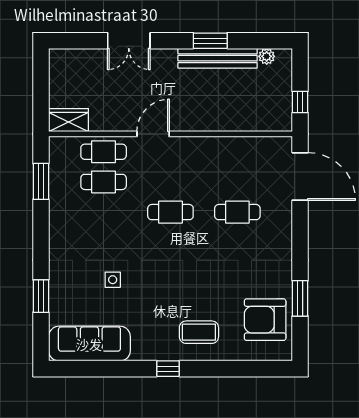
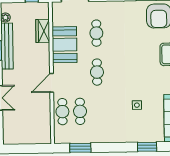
wardrobe: (68, 120) -> (43, 31), moved
door: (153, 134) -> (52, 83), hinge flipped
booth: (218, 157) -> (64, 45), added

